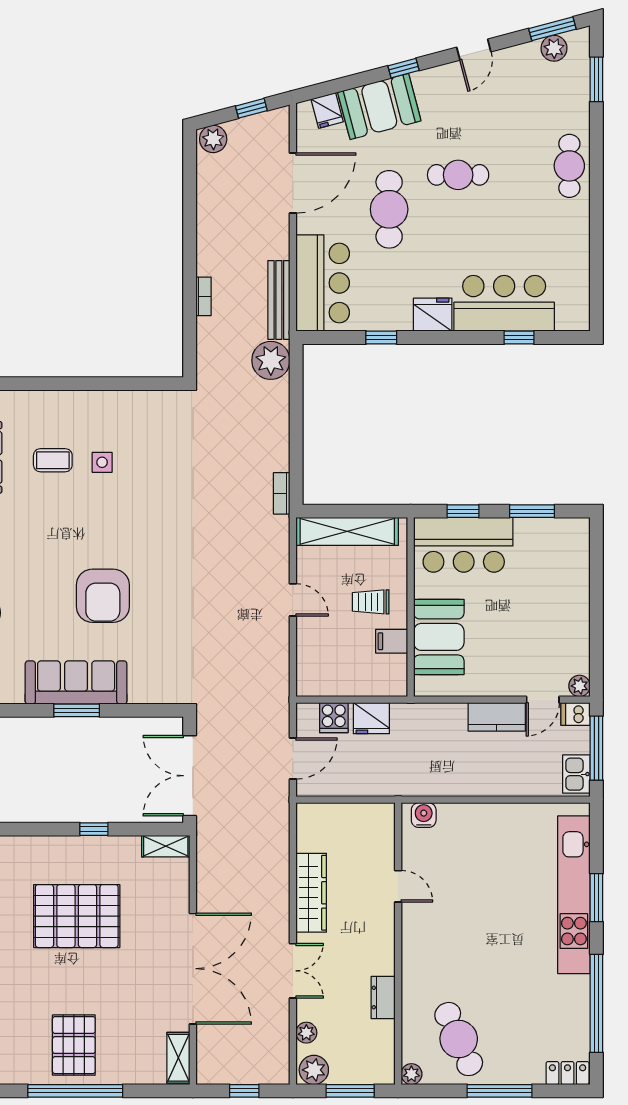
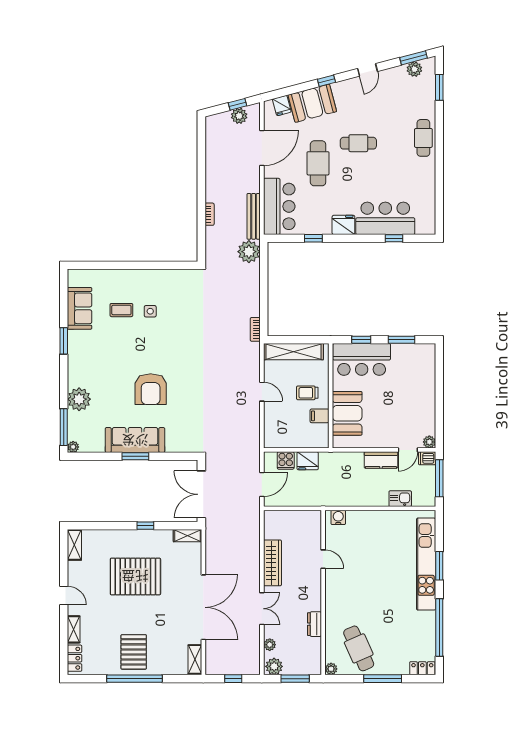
plant: (213, 139) -> (239, 116), moved
kitchen sink: (576, 774) -> (400, 499), moved, turned 90

